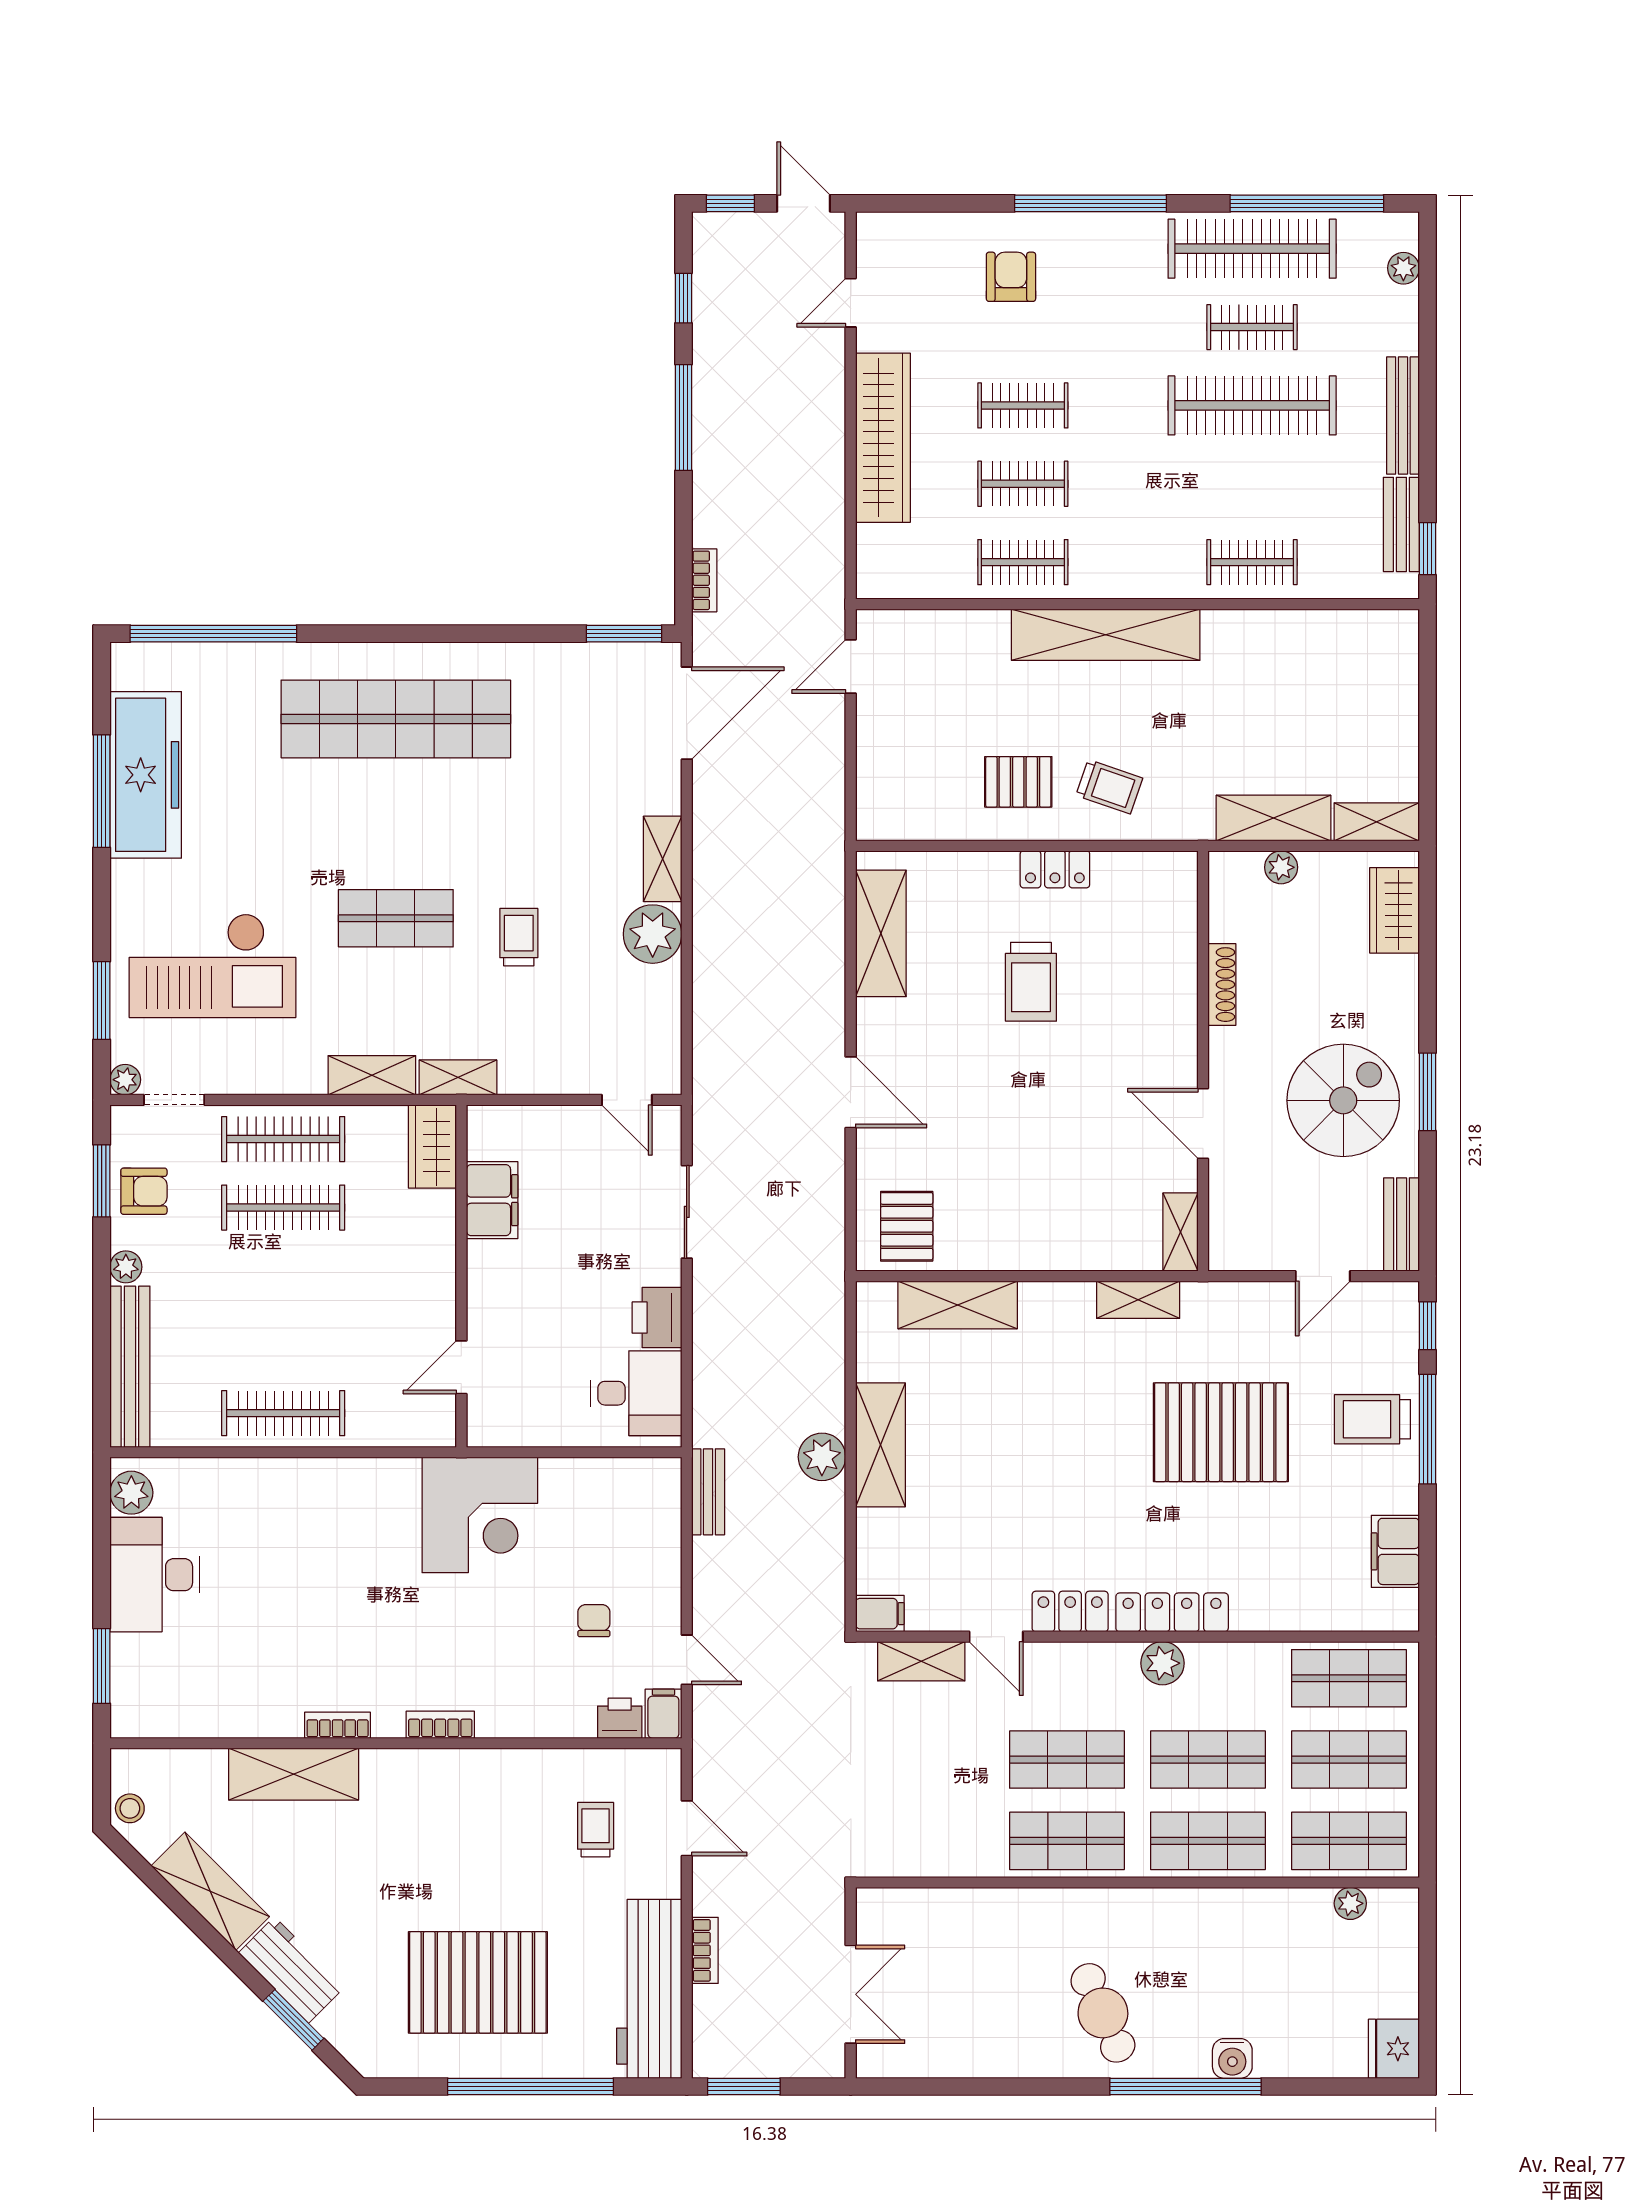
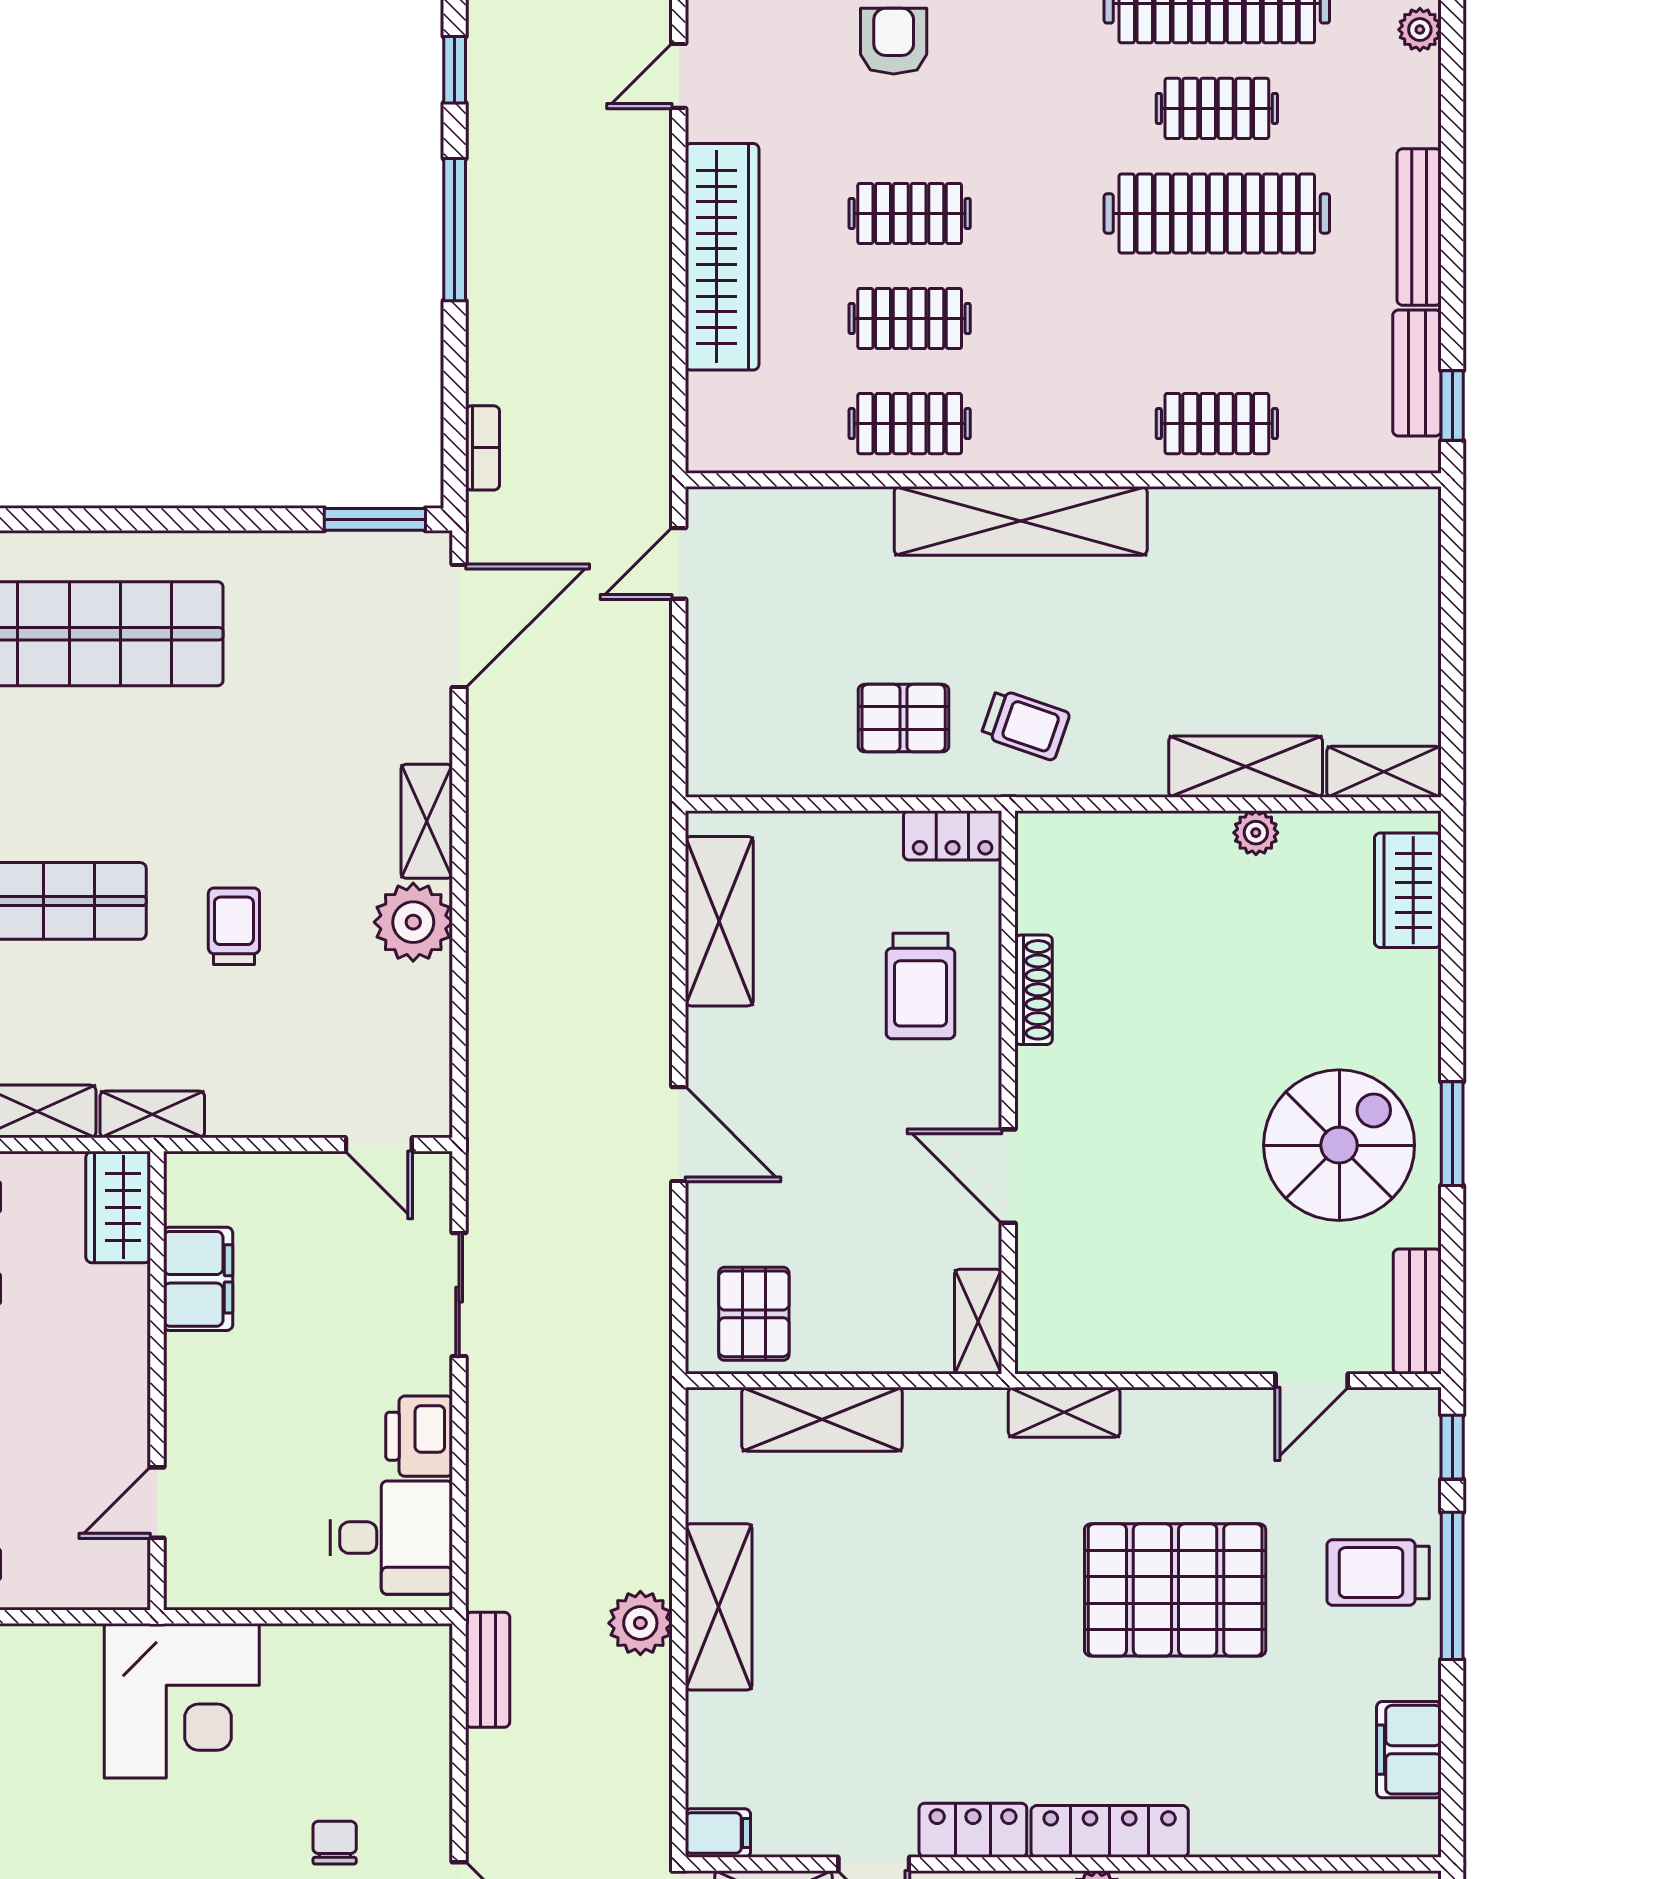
shoe rack: (1222, 985) -> (1034, 990), moved
wall: (1203, 1061) -> (1008, 1092), moved
door: (1203, 1124) -> (1008, 1176), moved
shelving: (1180, 1232) -> (978, 1322), moved

